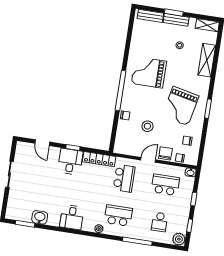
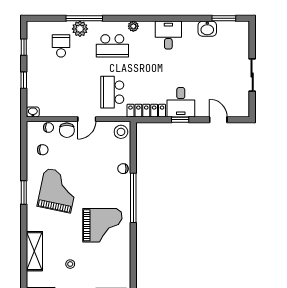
stool: (147, 126) -> (121, 132), moved
school desk: (165, 185) -> (61, 92), removed
plant: (179, 239) -> (80, 29), moved

